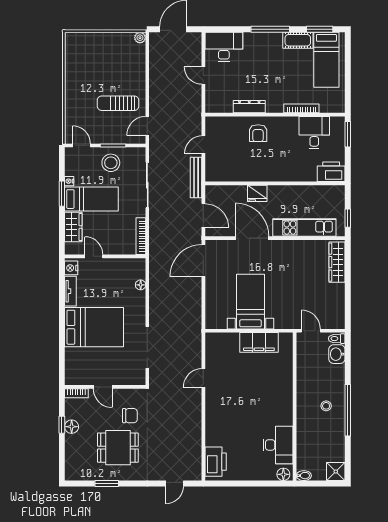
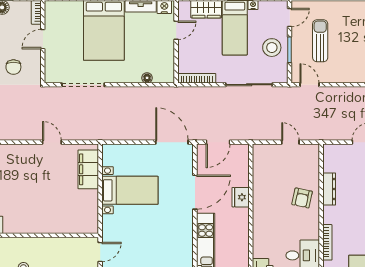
sun lounger: (118, 103) -> (320, 41), moved
armchair: (258, 133) -> (302, 198), turned -78
bench: (196, 177) -> (257, 135), removed
filing cabinet: (259, 342) -> (88, 169), moved

